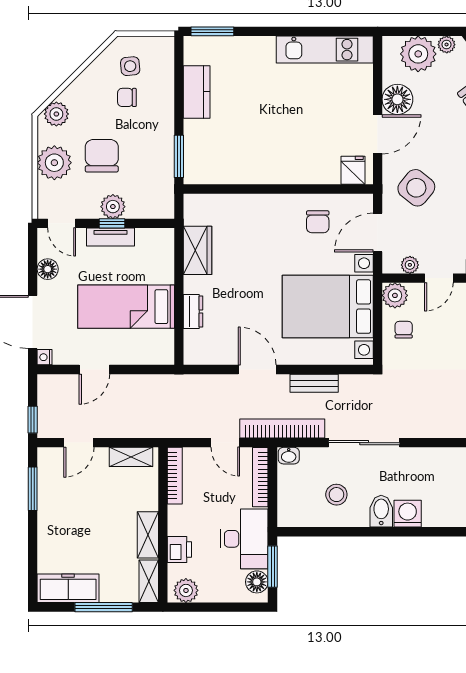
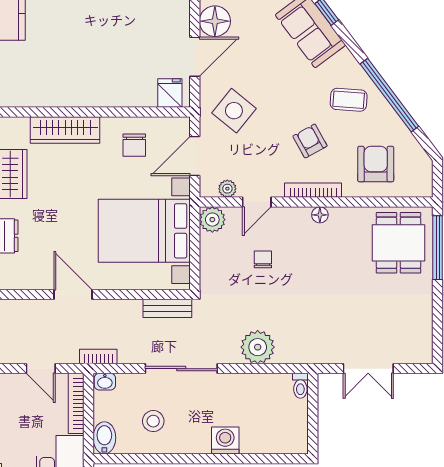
wardrobe: (249, 207) -> (65, 130), added
chair: (404, 330) -> (263, 259), moved
bench: (314, 383) -> (167, 308), moved
plant: (440, 421) -> (258, 347), added
bookcase: (282, 428) -> (98, 356), width x0.43, depth x0.76
bidet: (381, 511) -> (104, 438), moved

